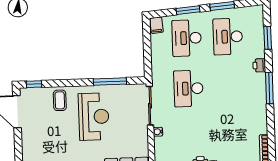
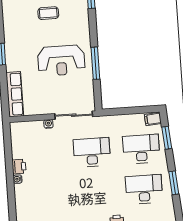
window: (188, 10) -> (167, 138), moved
window: (110, 81) -> (95, 63), moved
coffee table: (60, 100) -> (48, 13), moved

